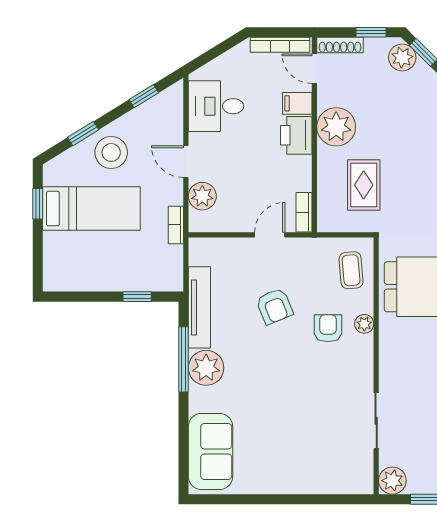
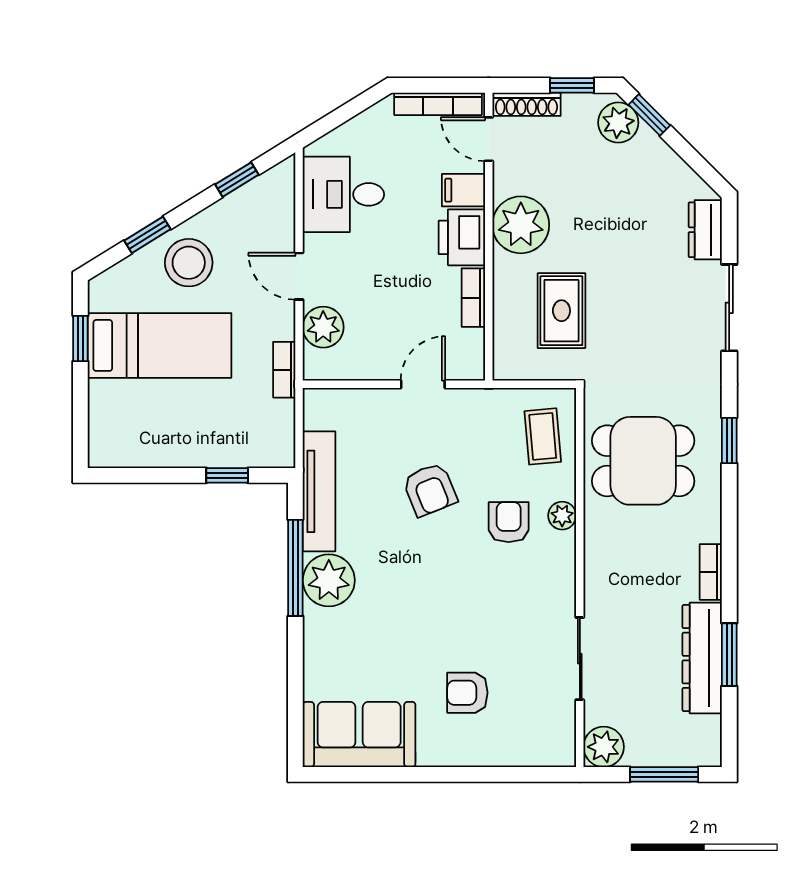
bookcase: (304, 212) -> (473, 298), moved
armchair: (300, 444) -> (467, 693), added
sofa: (210, 451) -> (359, 734), moved, turned -90

